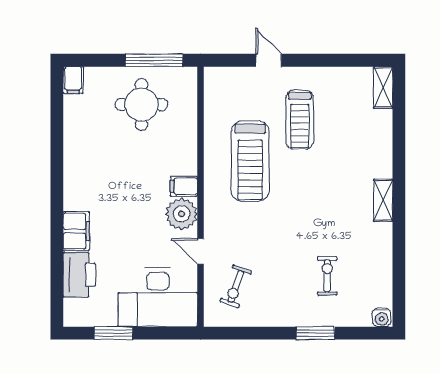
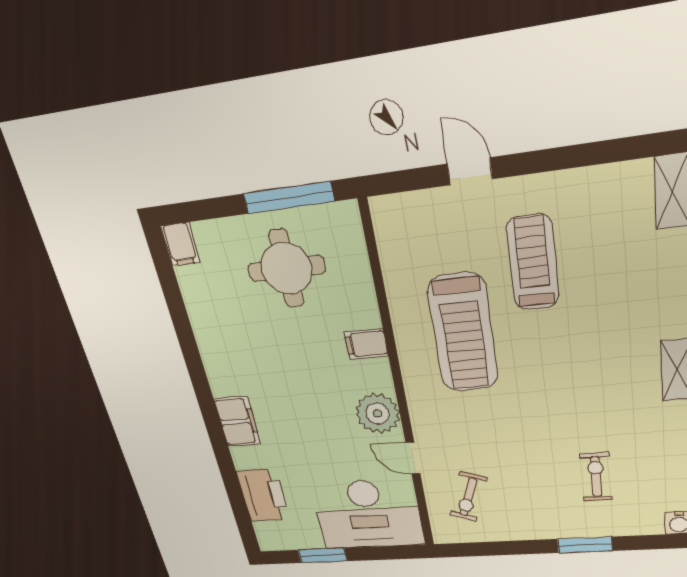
treadmill: (300, 120) -> (533, 263), turned 180
filing cabinet: (184, 186) -> (366, 344), moved
filing cabinet: (76, 231) -> (237, 422), moved

